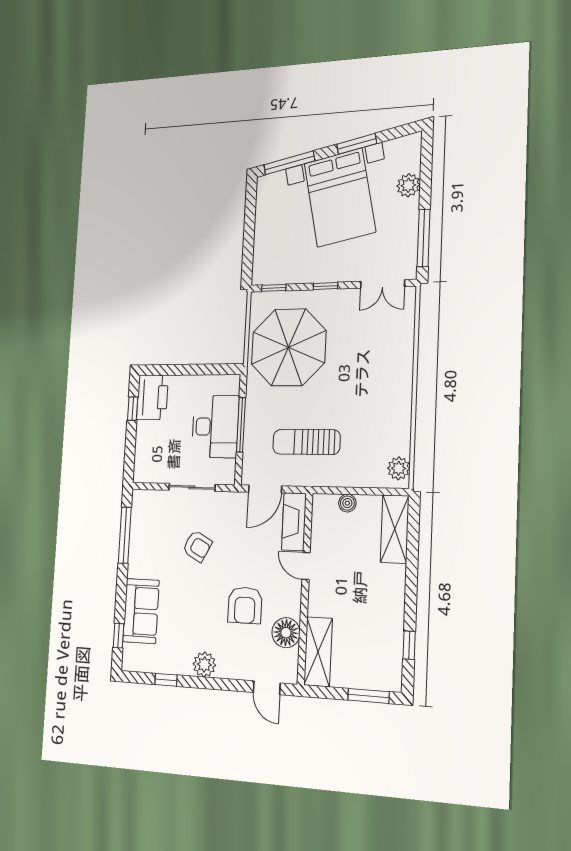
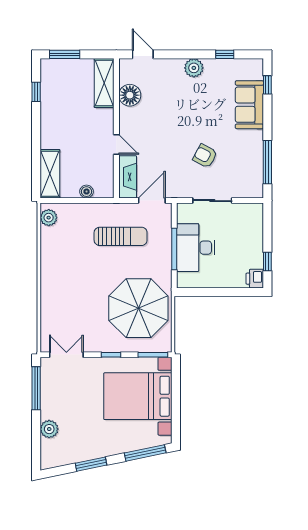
bed with nightstands: (340, 197) -> (138, 396), moved, turned -78
window: (274, 288) -> (153, 355), width x1.50
printer: (152, 397) -> (255, 279), width x0.53, depth x0.68
armchair: (245, 605) -> (163, 113), removed

